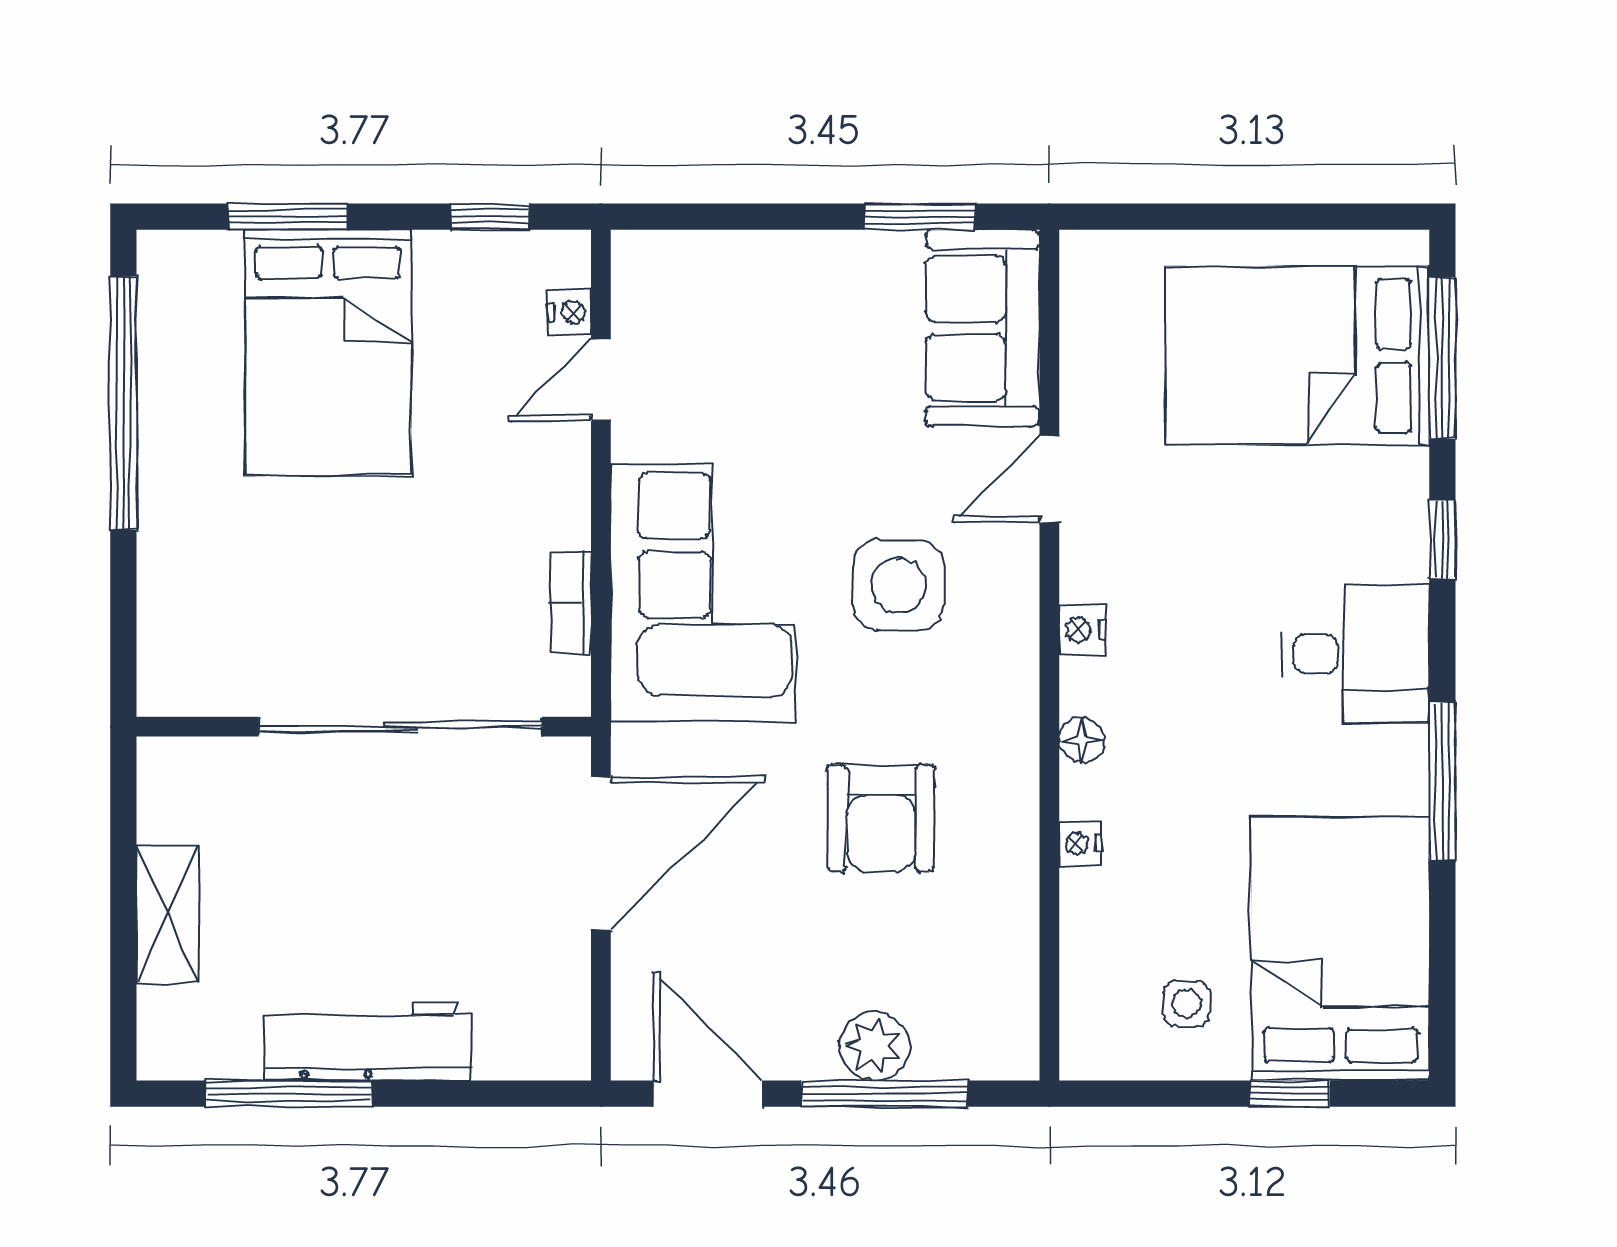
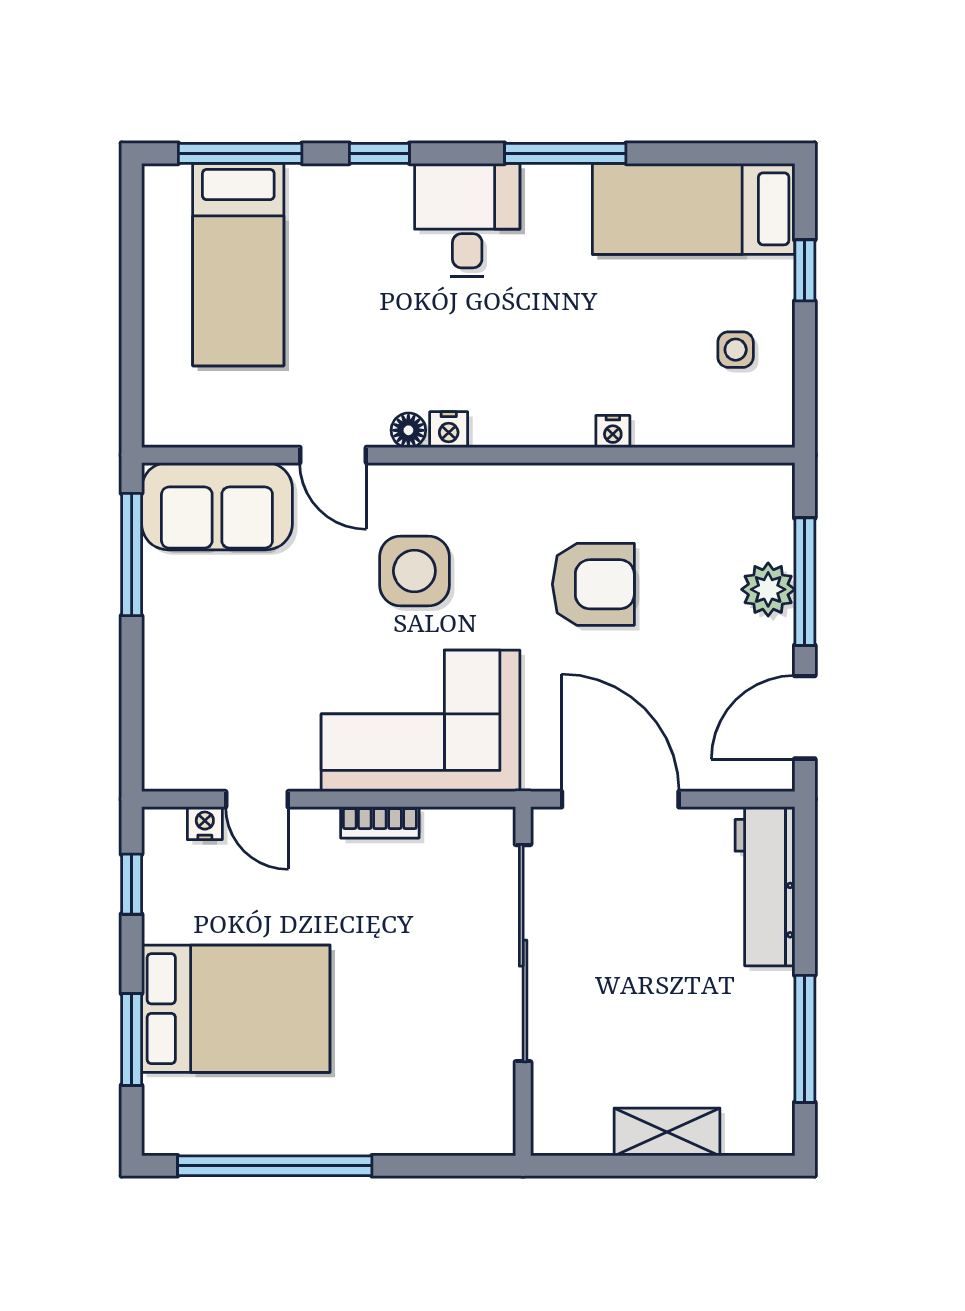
window: (920, 217) -> (132, 555), width x1.44
bed: (1297, 356) -> (238, 265), width x0.67
bookcase: (571, 603) -> (380, 822), moved
floor lamp: (1082, 740) -> (408, 430), moved
bed: (1340, 949) -> (694, 209), width x0.67
workbench: (367, 1042) -> (765, 886), moved

